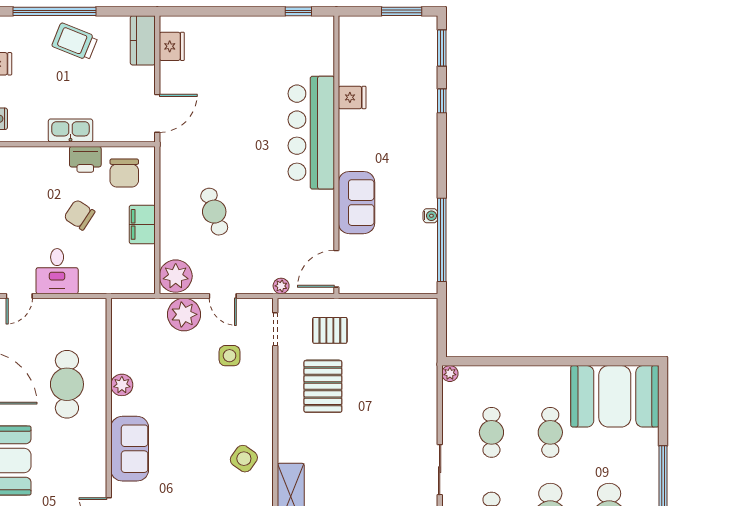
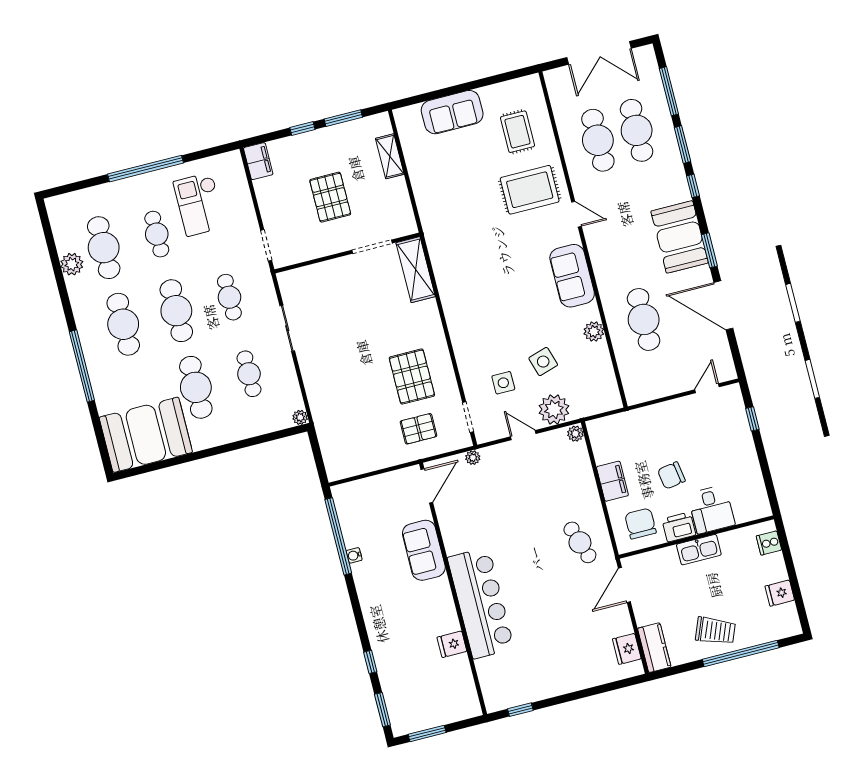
cafe table: (214, 212) -> (580, 542), moved
chair: (79, 215) -> (671, 475), turned 138
desk: (57, 271) -> (711, 509), moved, turned 180
plant: (176, 276) -> (575, 434), width x0.53, depth x0.53
cafe table: (550, 432) -> (196, 387), width x1.37, depth x1.35
side table: (244, 459) -> (543, 362), moved, turned 37

